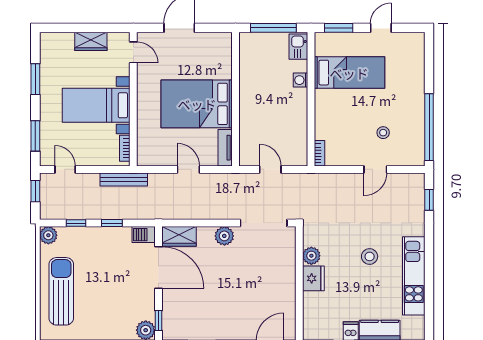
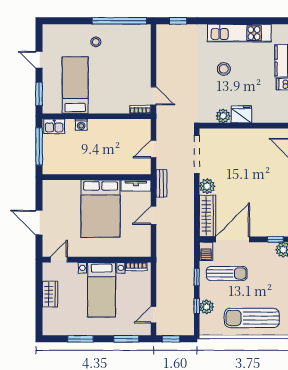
stool: (383, 133) -> (96, 42), moved
door: (375, 169) -> (153, 96), moved
bench: (124, 179) -> (161, 183), moved, width x0.73
plant: (48, 235) -> (207, 307), moved
wardrobe: (179, 236) -> (208, 216), width x1.50
sun lounger: (116, 260) -> (227, 273), added

